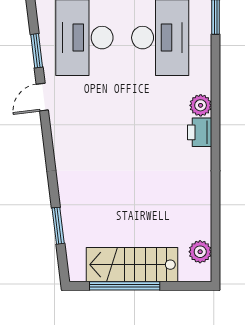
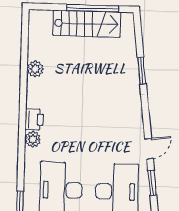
window: (58, 226) -> (142, 71), moved
plant: (200, 252) -> (35, 69), moved

